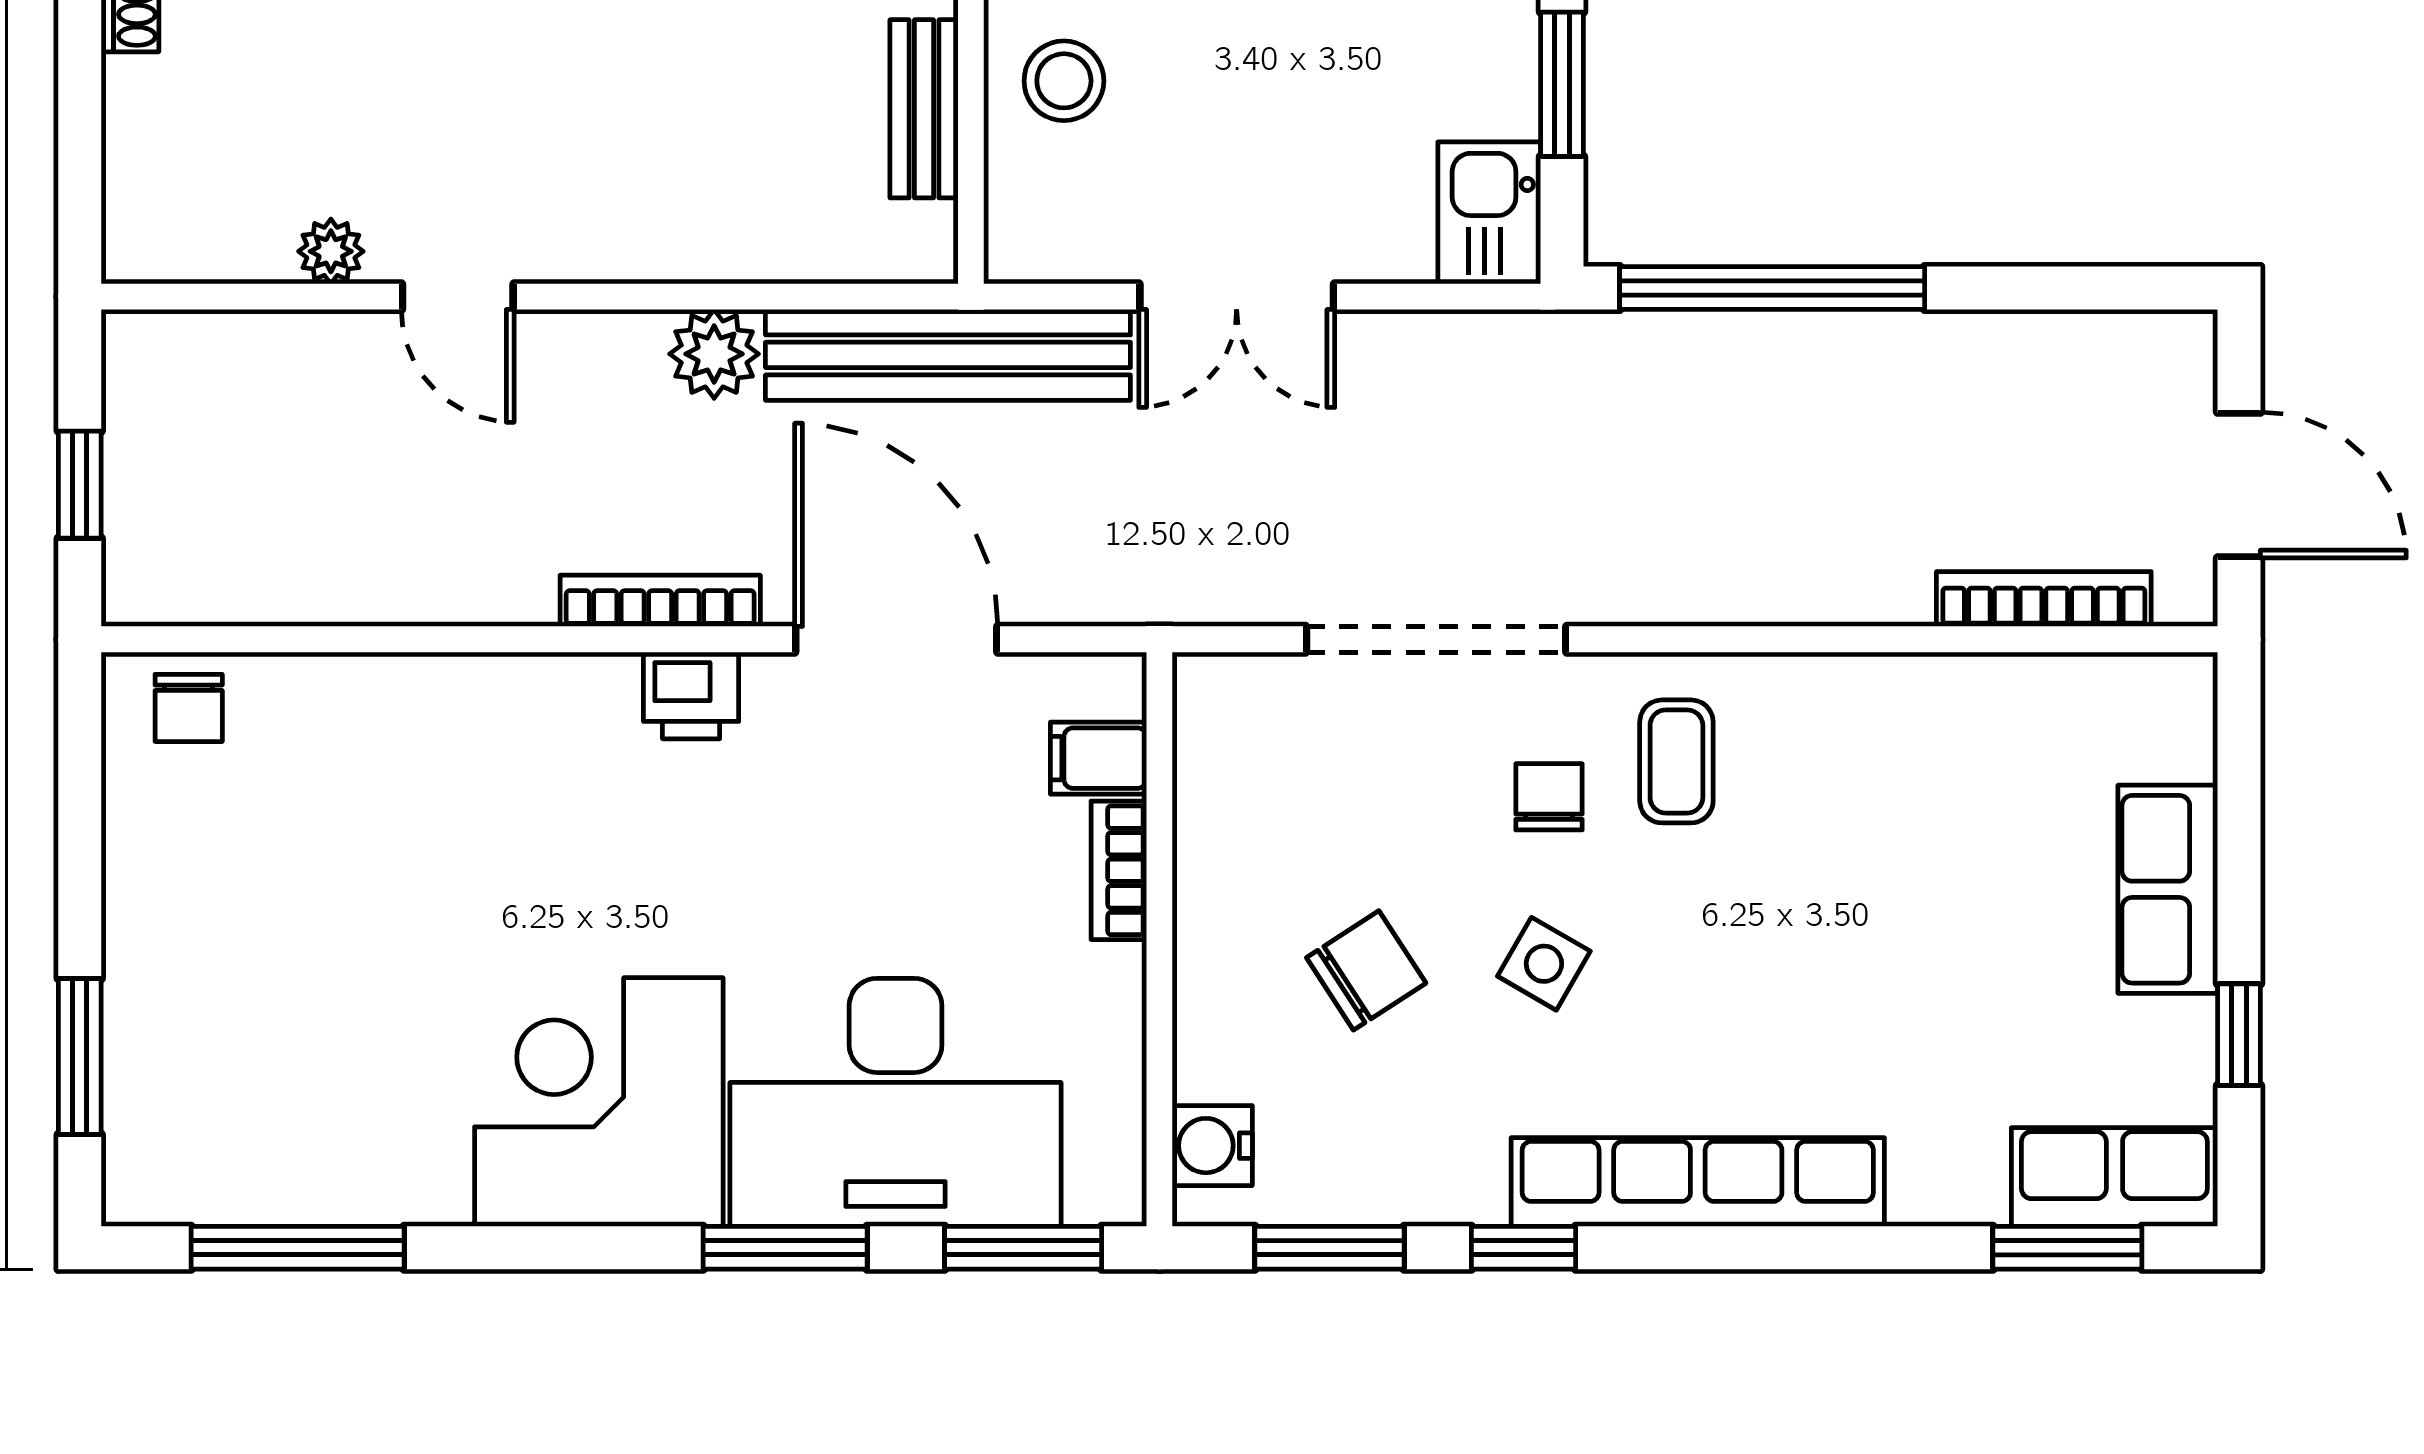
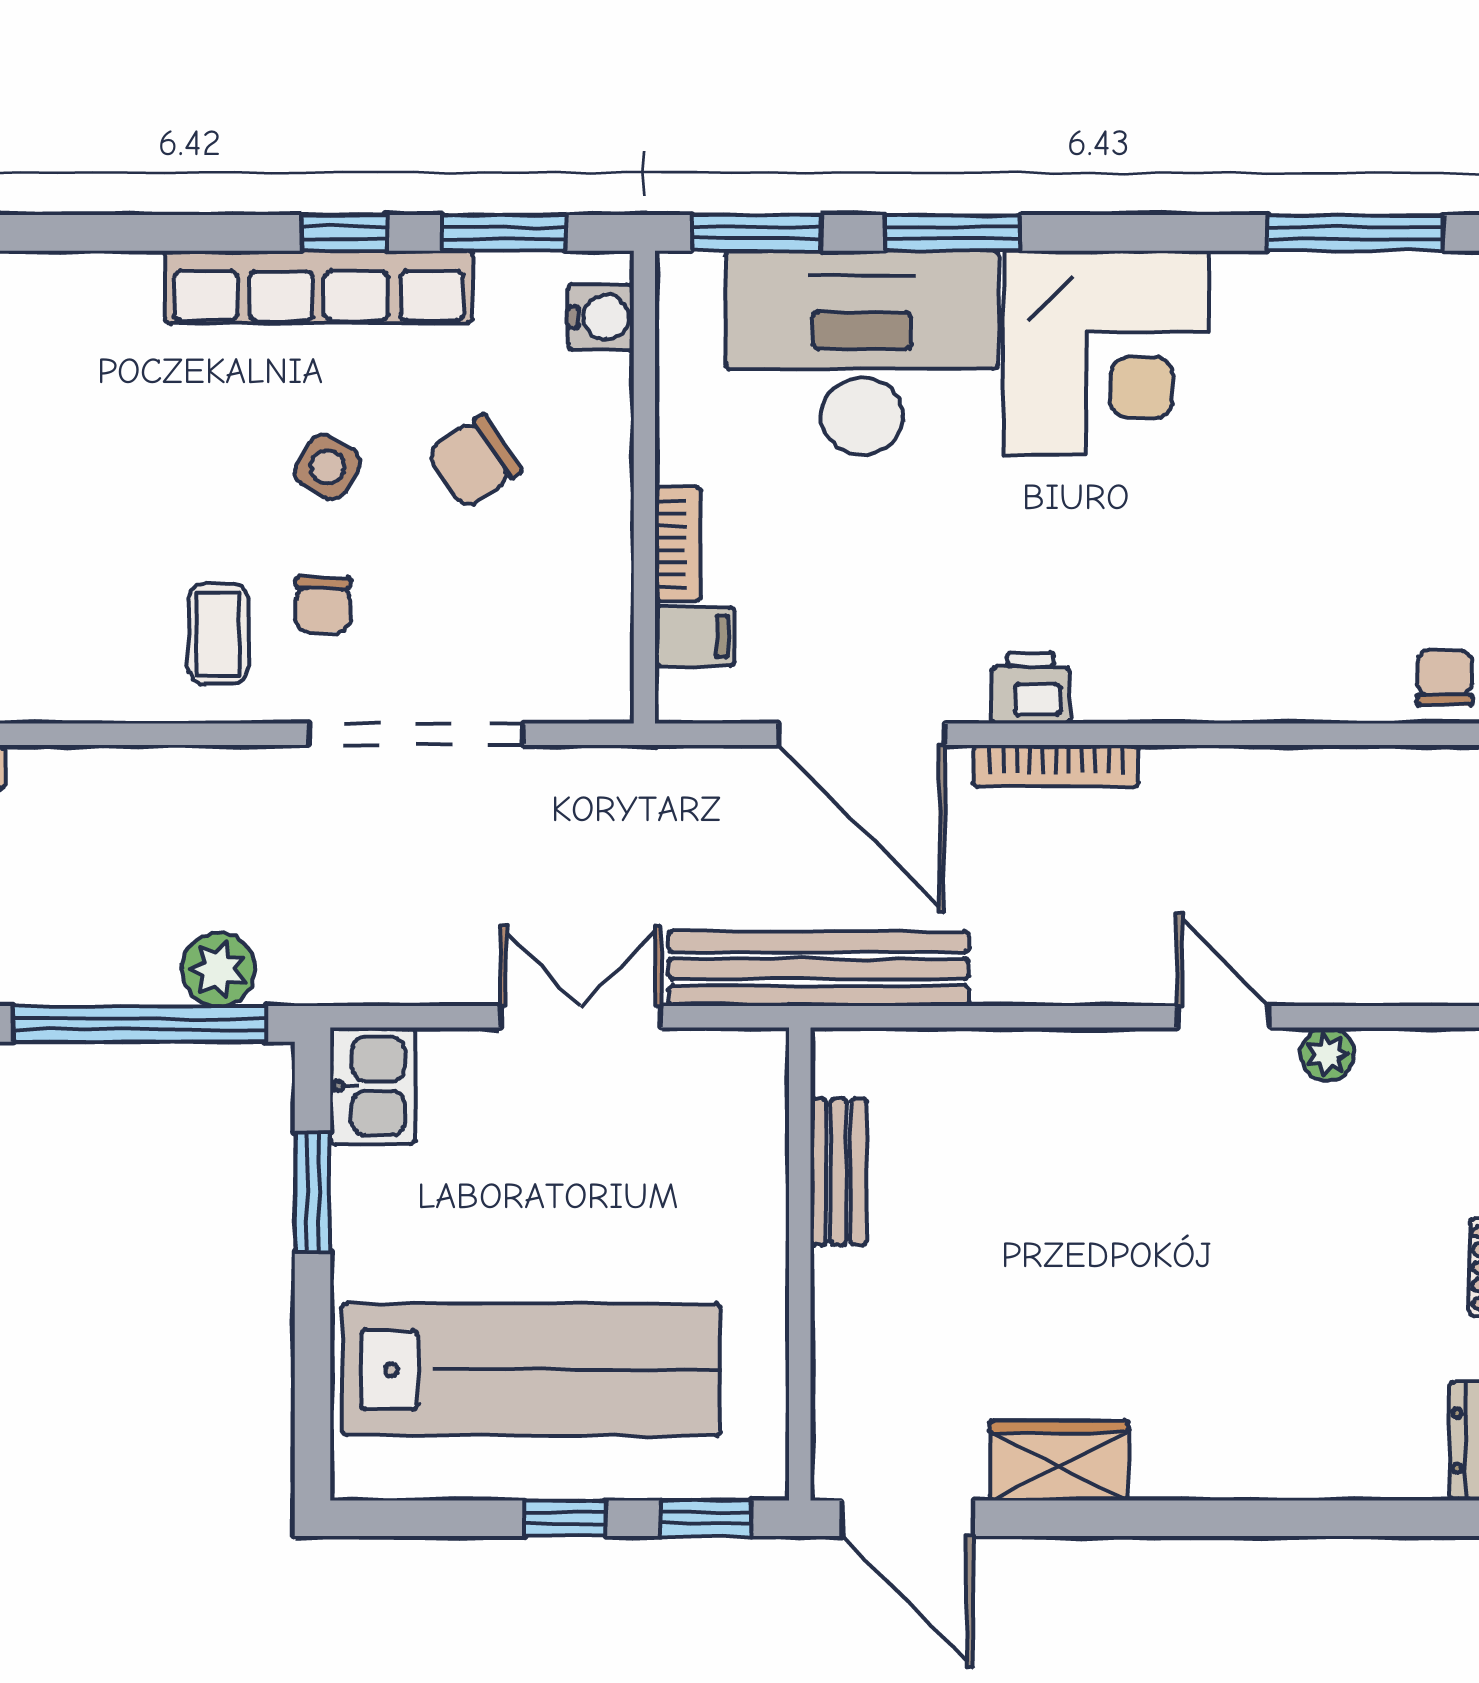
stool: (1064, 81) -> (723, 1195), removed
plant: (714, 354) -> (218, 970), moved
row of seats: (1698, 1182) -> (319, 287), moved

